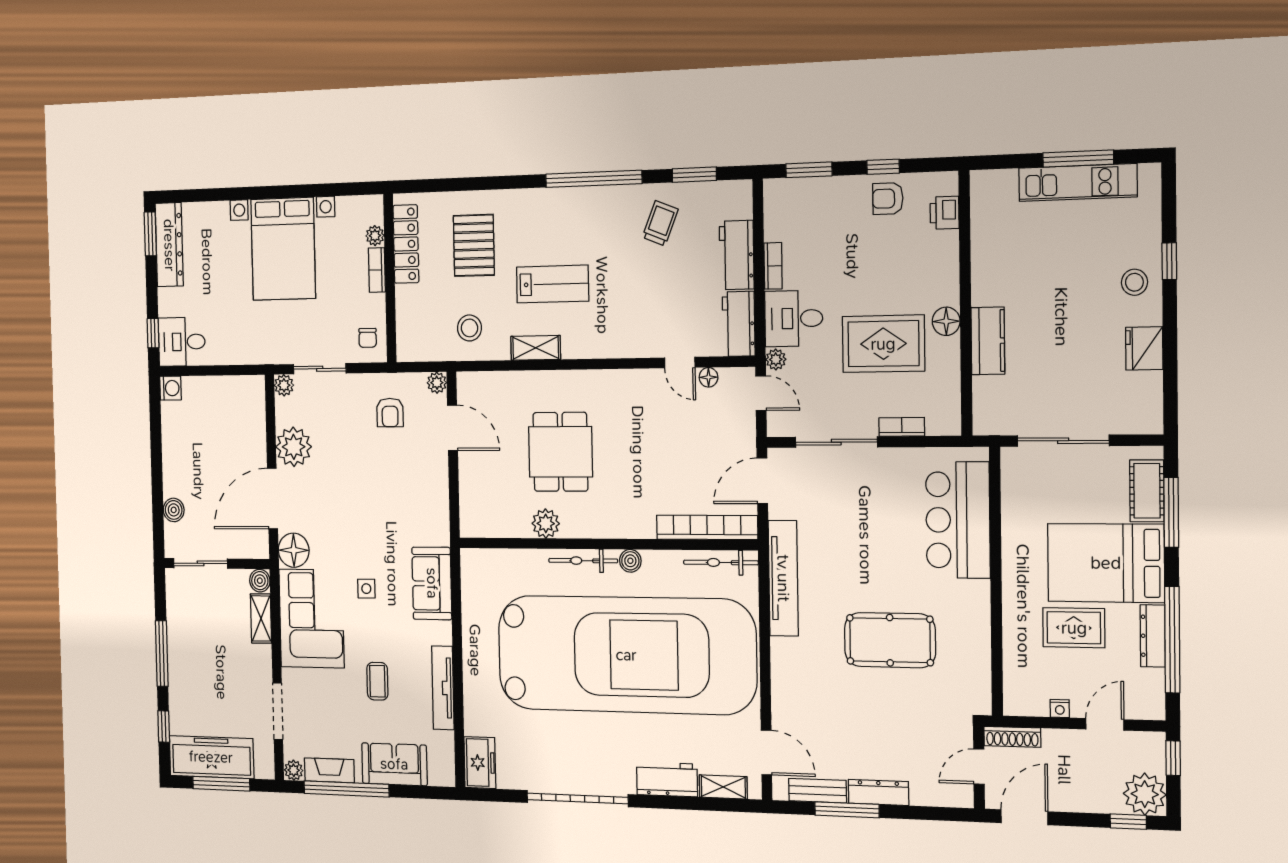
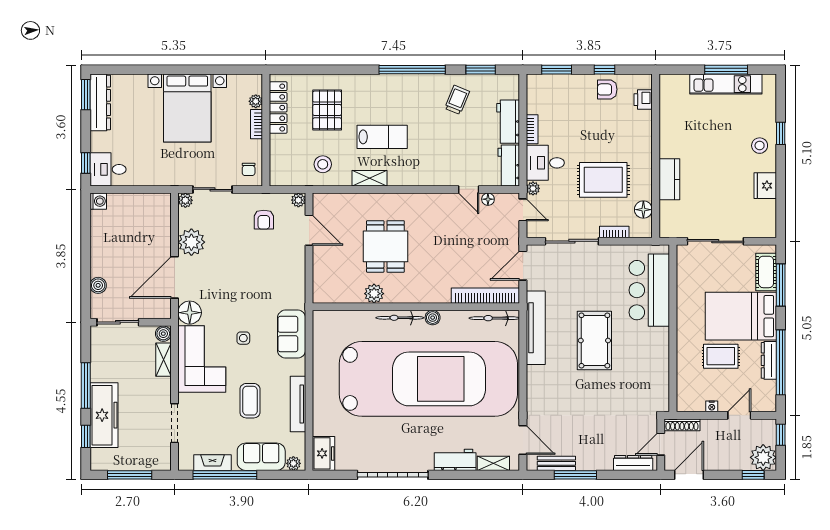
floor lamp: (946, 321) -> (643, 210), moved
pool table: (890, 640) -> (594, 341), moved, turned 90
coffee table: (377, 681) -> (250, 401), width x1.36, depth x1.30
freezer: (211, 757) -> (104, 415), moved, turned 90
plant: (294, 770) -> (293, 463), moved
dresser: (878, 792) -> (633, 463), moved

